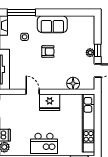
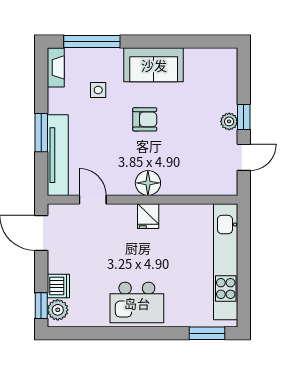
floor lamp: (73, 83) -> (148, 183), moved
door: (33, 92) -> (93, 200), moved
fridge: (50, 102) -> (148, 216), width x0.53, depth x0.75

